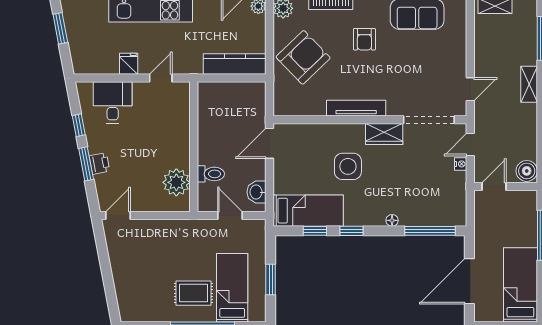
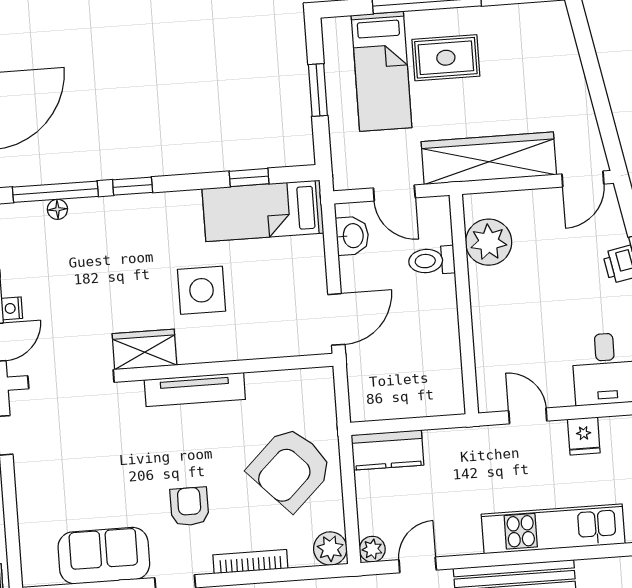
kitchen counter: (235, 64) -> (387, 450), width x0.67
door: (161, 78) -> (528, 416), swing flipped
floor lamp: (392, 220) -> (57, 209), moved
window: (351, 231) -> (133, 186), moved
wardrobe: (173, 232) -> (489, 158), added

